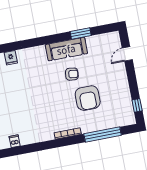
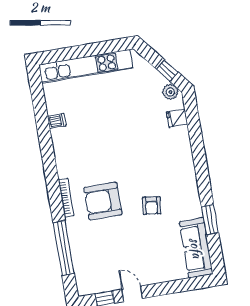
sofa: (66, 49) -> (196, 248), moved
door: (127, 54) -> (132, 294), moved
armchair: (88, 98) -> (103, 201), moved

